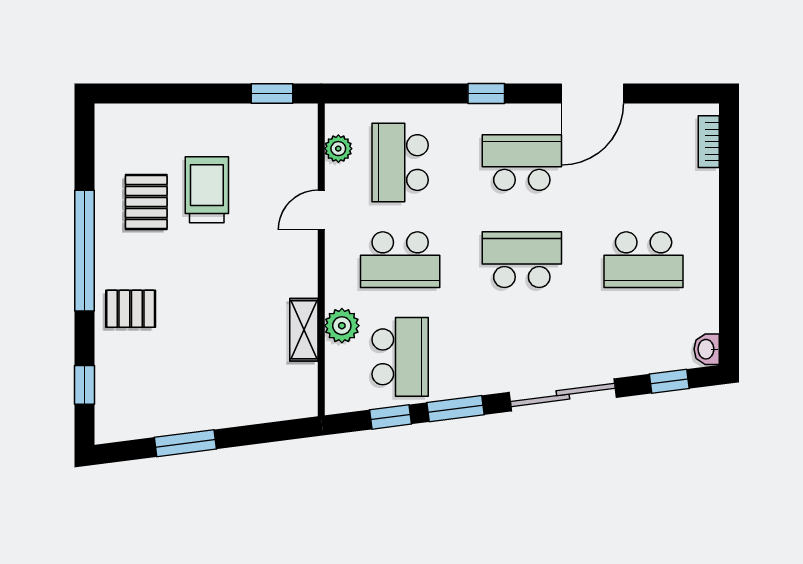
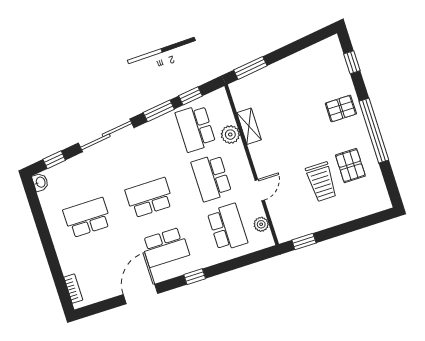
school desk: (400, 260) -> (211, 178), turned -90
school desk: (522, 260) -> (149, 198), turned 180
window: (185, 443) -> (250, 68), moved

